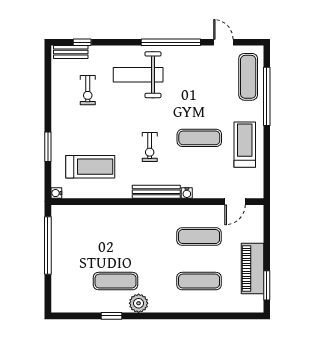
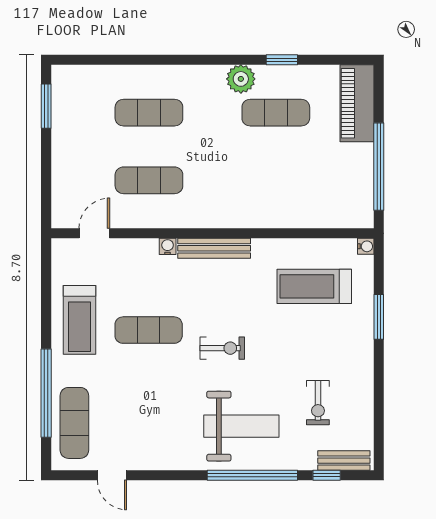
window: (171, 42) -> (252, 475), moved
exercise bike: (88, 90) -> (318, 403), turned 180
exercise bike: (150, 147) -> (222, 348), moved, turned 90
piano: (252, 268) -> (357, 103), moved, turned 180

